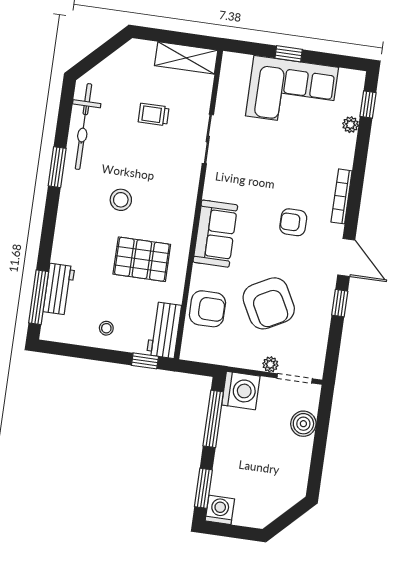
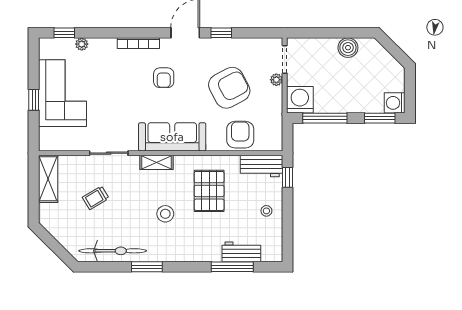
trolley: (154, 114) -> (96, 198), turned 59
shelving: (187, 198) -> (156, 162), added
sofa: (215, 234) -> (172, 137), width x1.36
window: (39, 297) -> (232, 267), moved
boiler: (303, 424) -> (348, 48), moved

